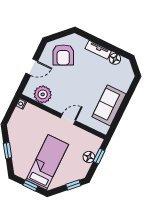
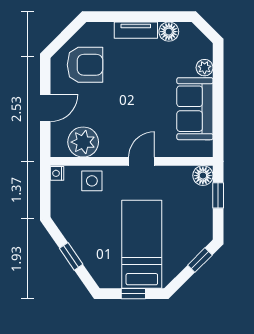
armchair: (63, 55) -> (85, 65), turned -64
plant: (124, 87) -> (205, 68), added
side table: (37, 117) -> (92, 181), added
floor lamp: (89, 157) -> (203, 176), moved

